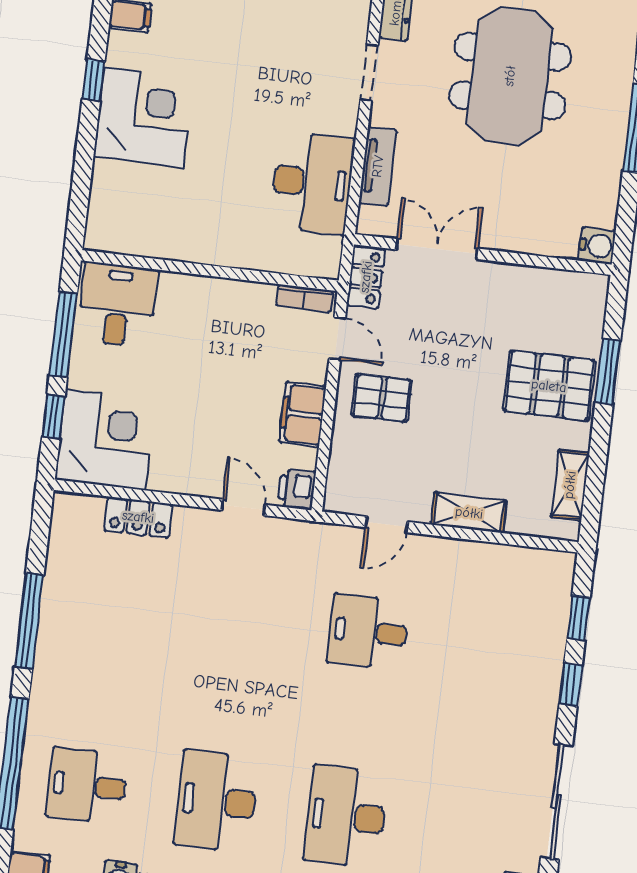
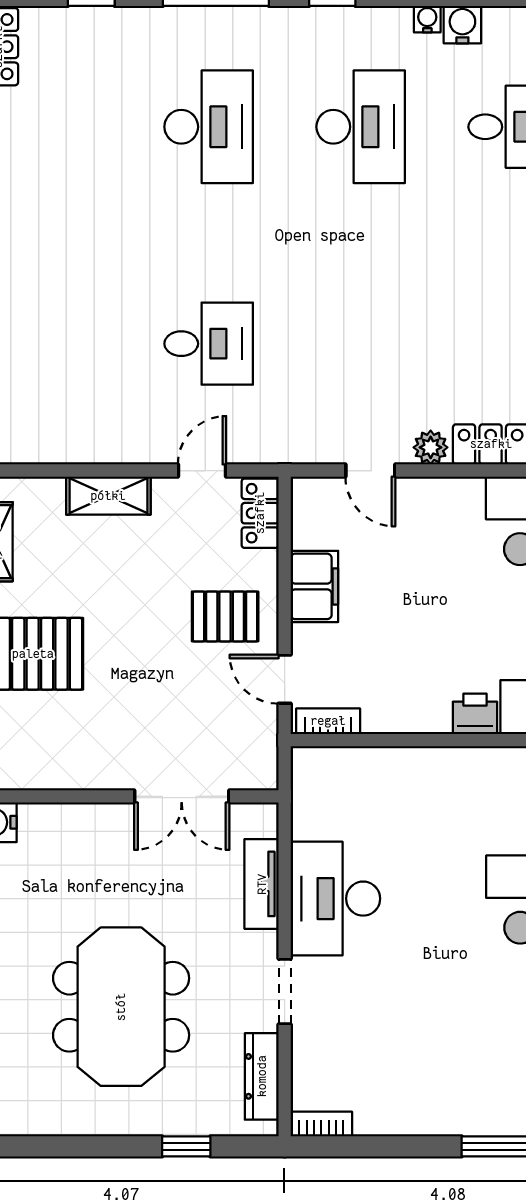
desk: (312, 183) -> (335, 899), moved
locker: (366, 277) -> (260, 513), moved
printer: (297, 489) -> (475, 714), moved, turned -90
plant: (190, 521) -> (431, 447), added

